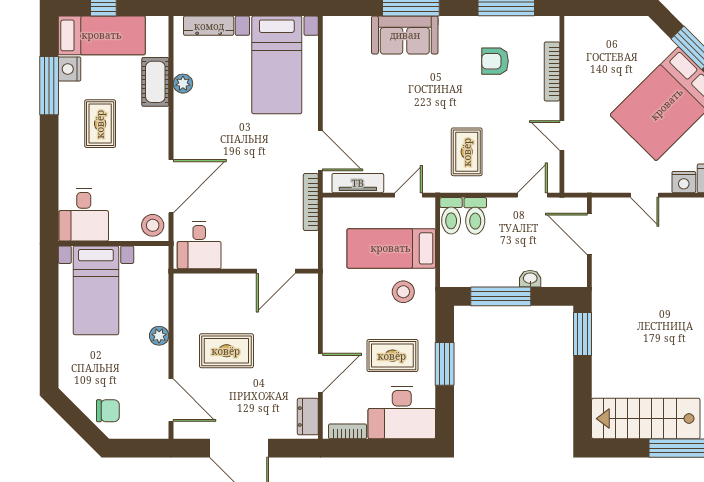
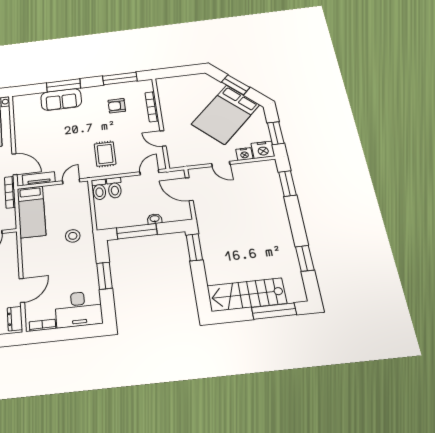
bed: (391, 248) -> (31, 212), moved, turned -90
rug: (392, 356) -> (69, 275), removed

